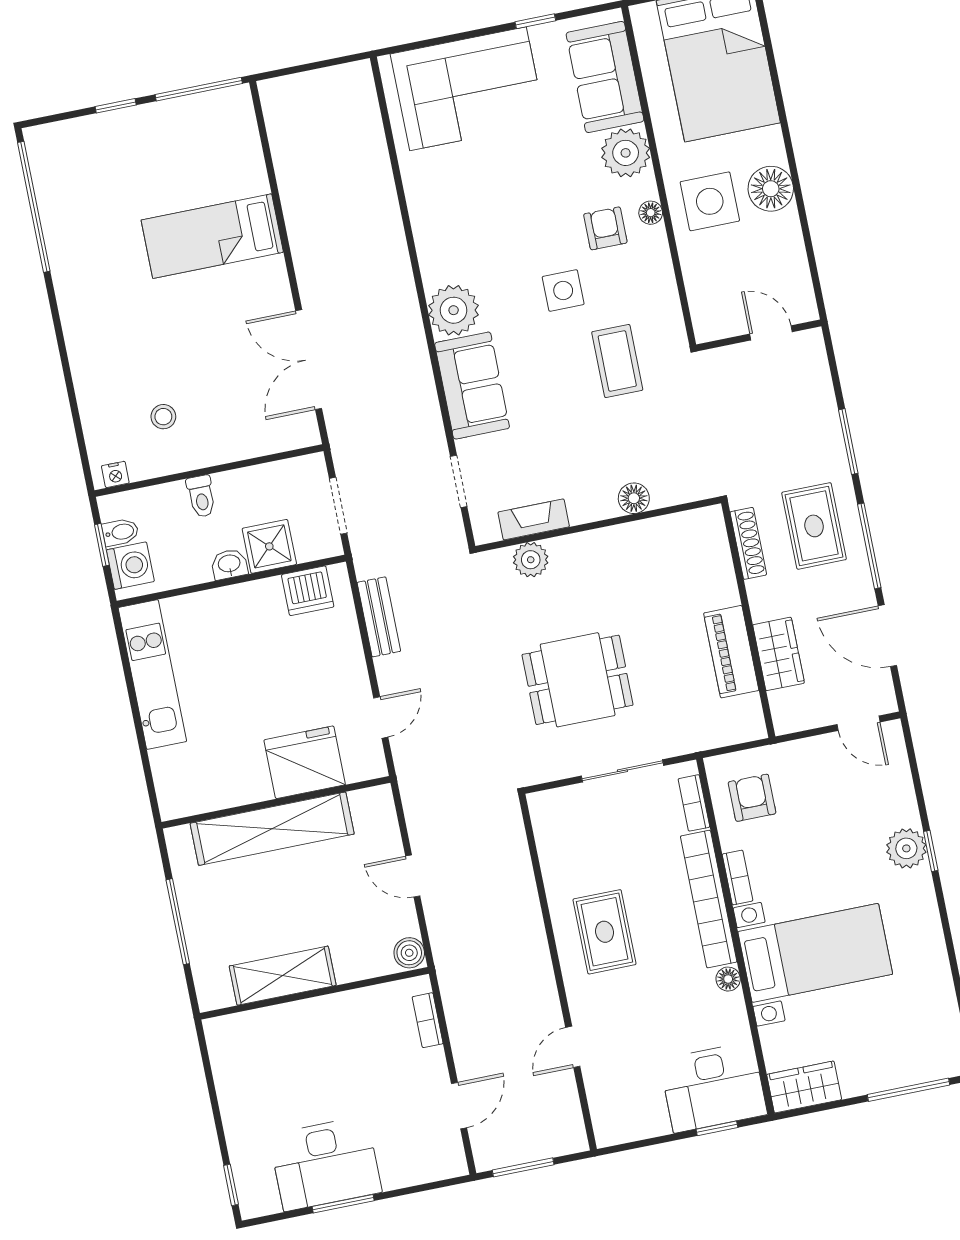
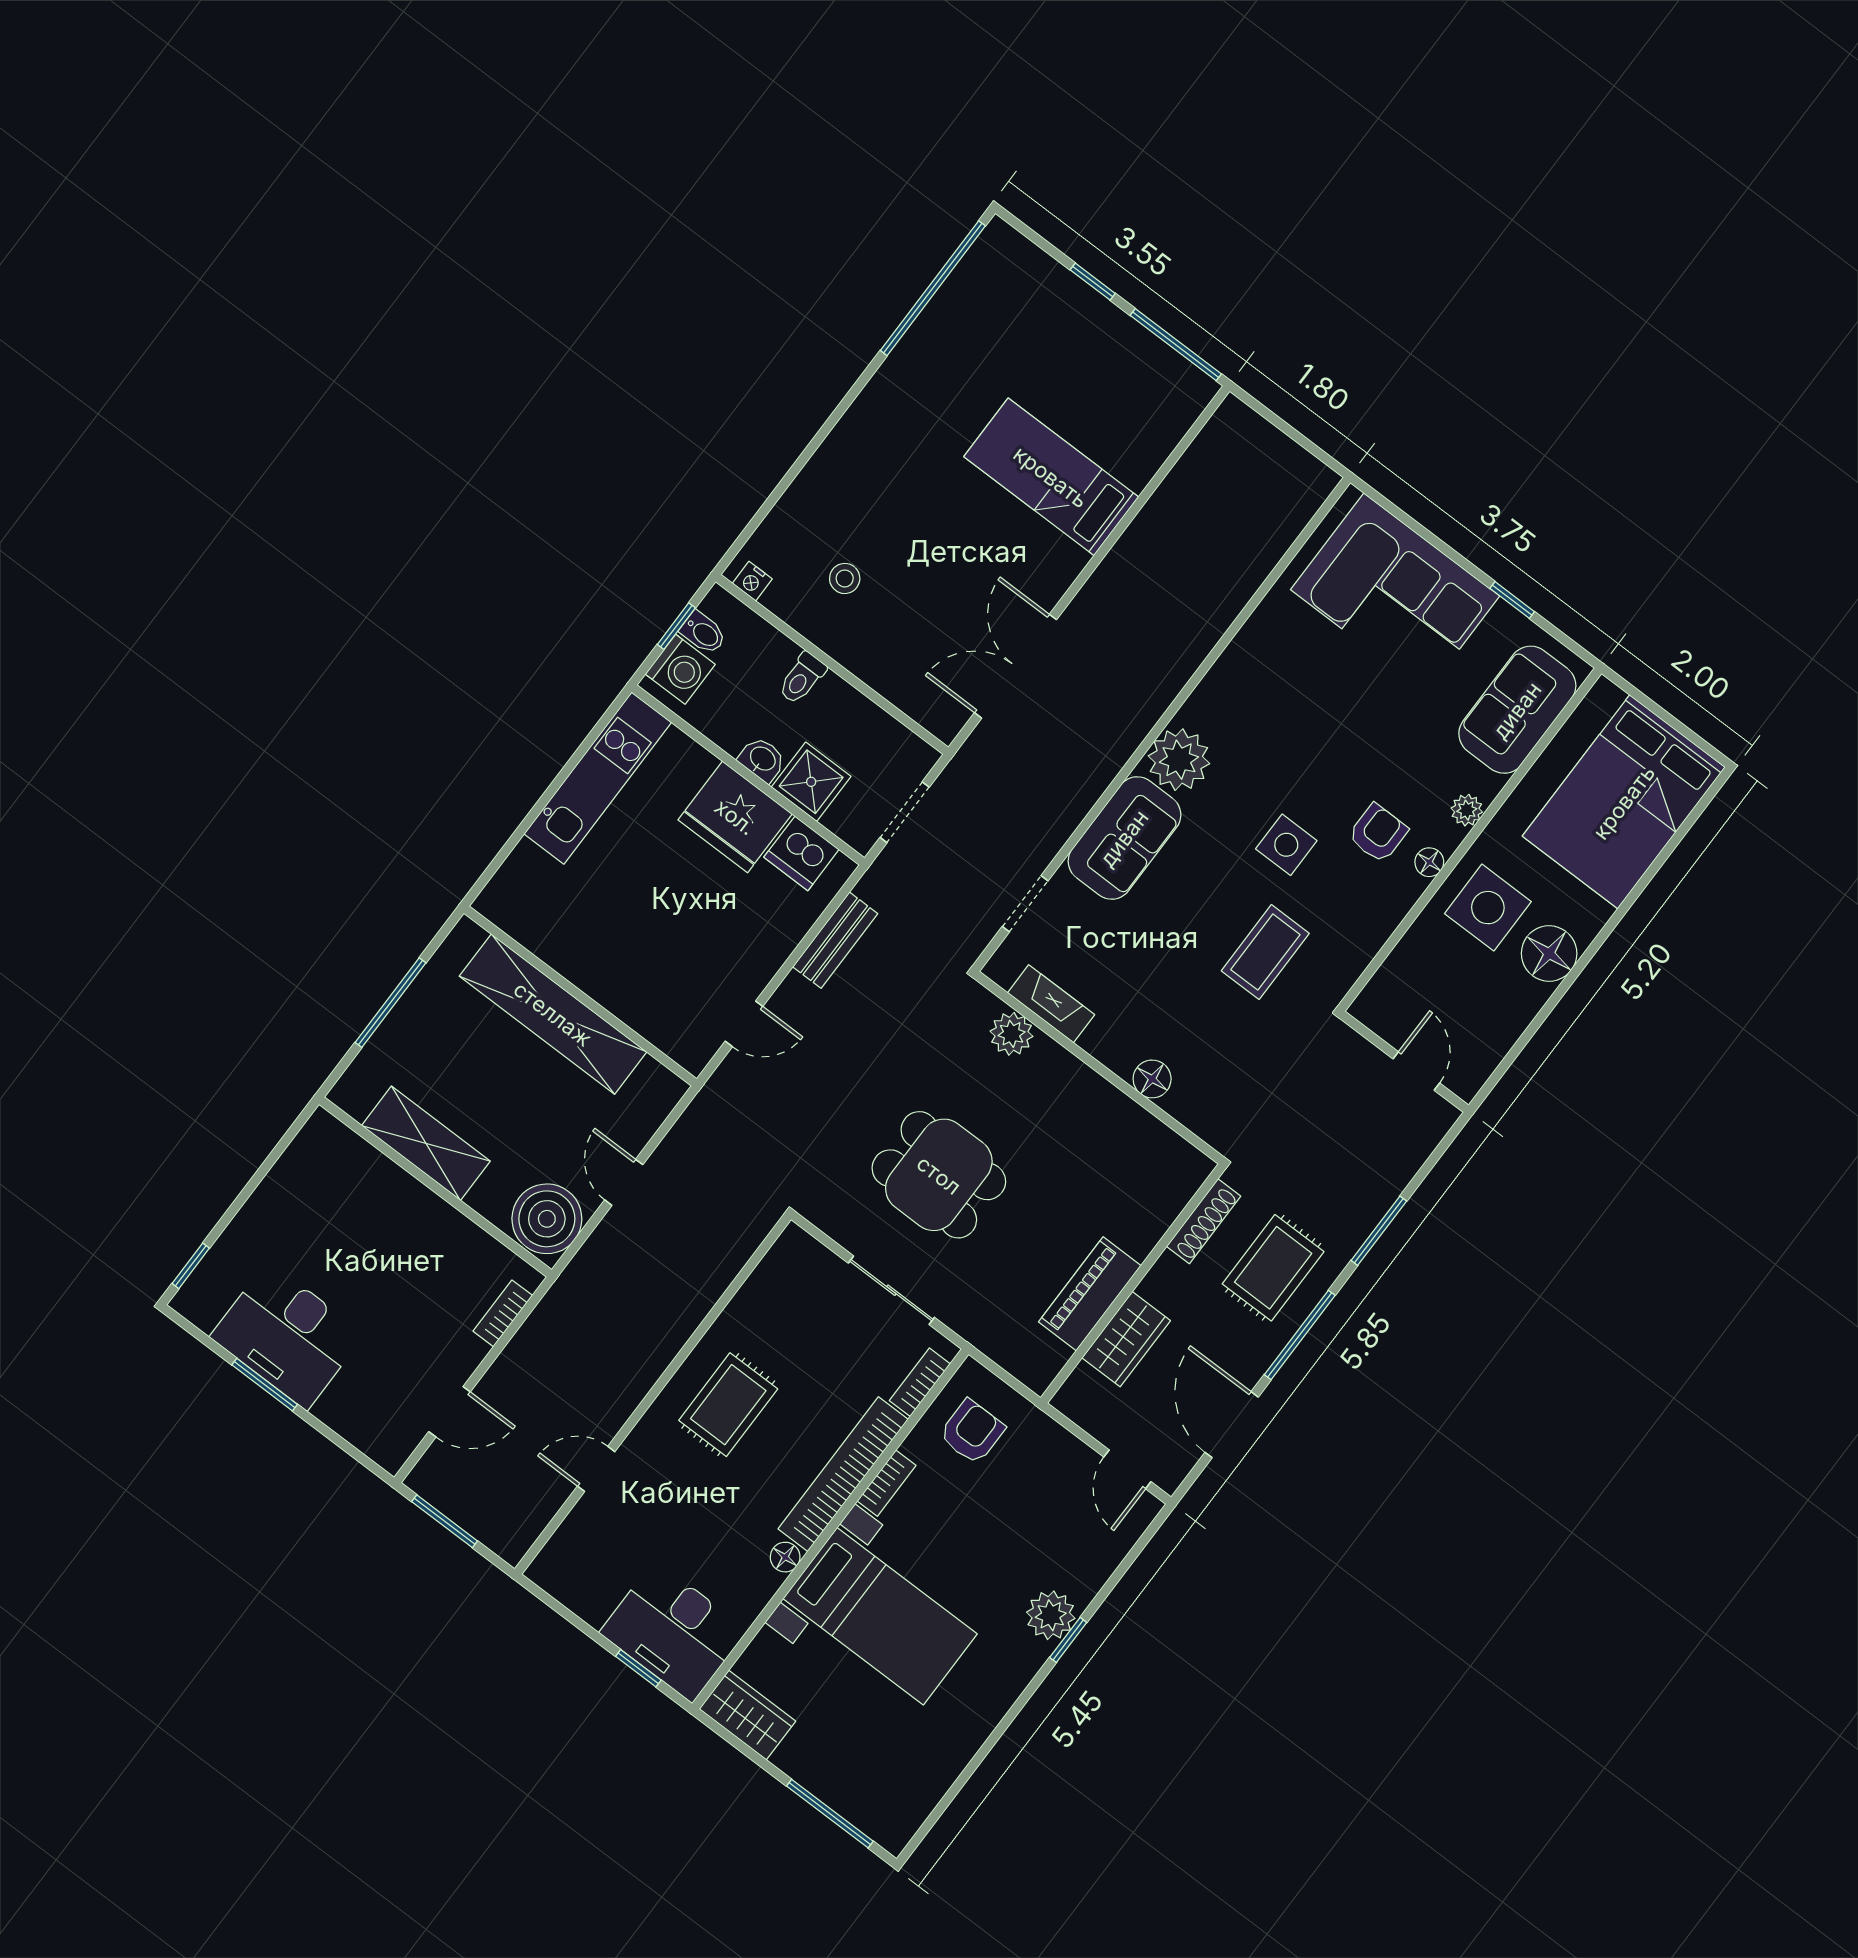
plant: (626, 153) -> (1467, 810), width x0.53, depth x0.53
fridge: (305, 762) -> (735, 817), moved, turned 180
boiler: (409, 953) -> (547, 1219), width x1.86, depth x1.86

